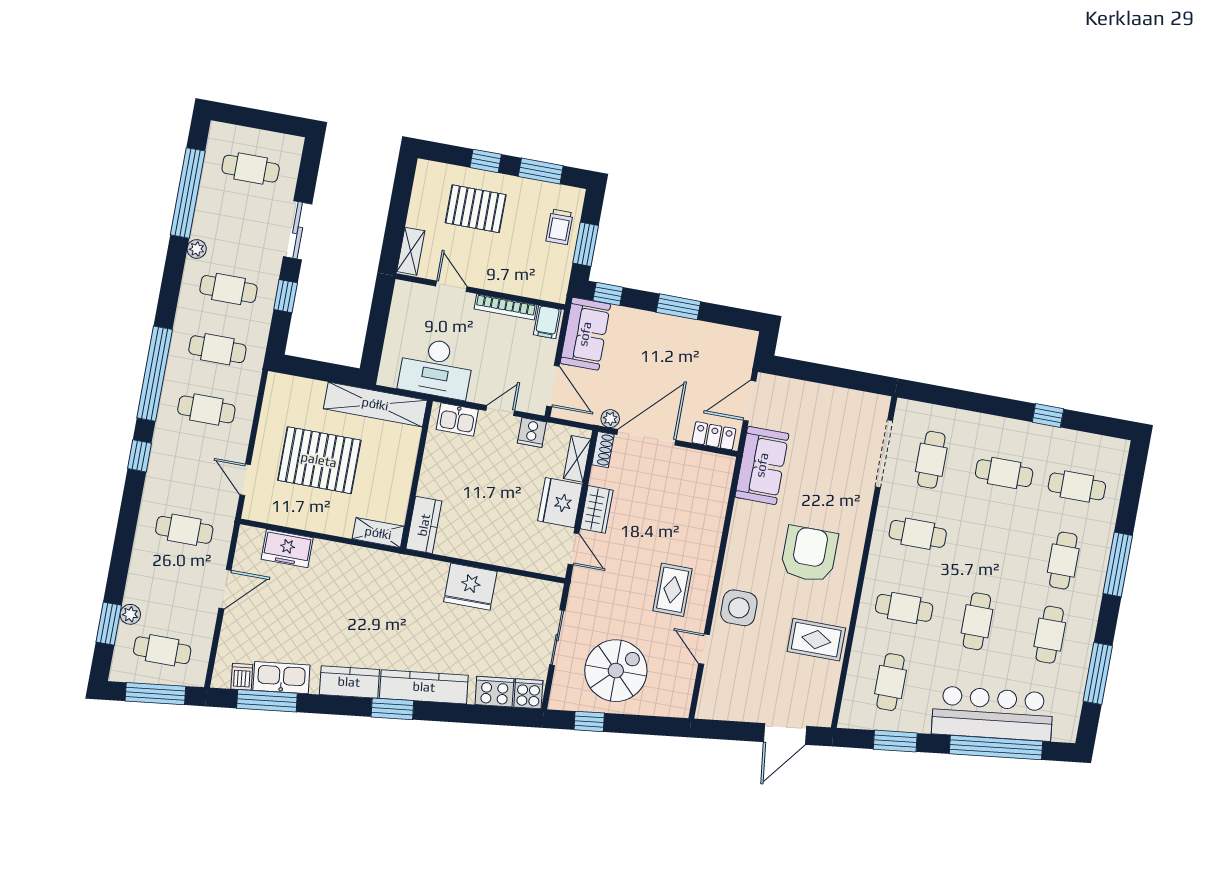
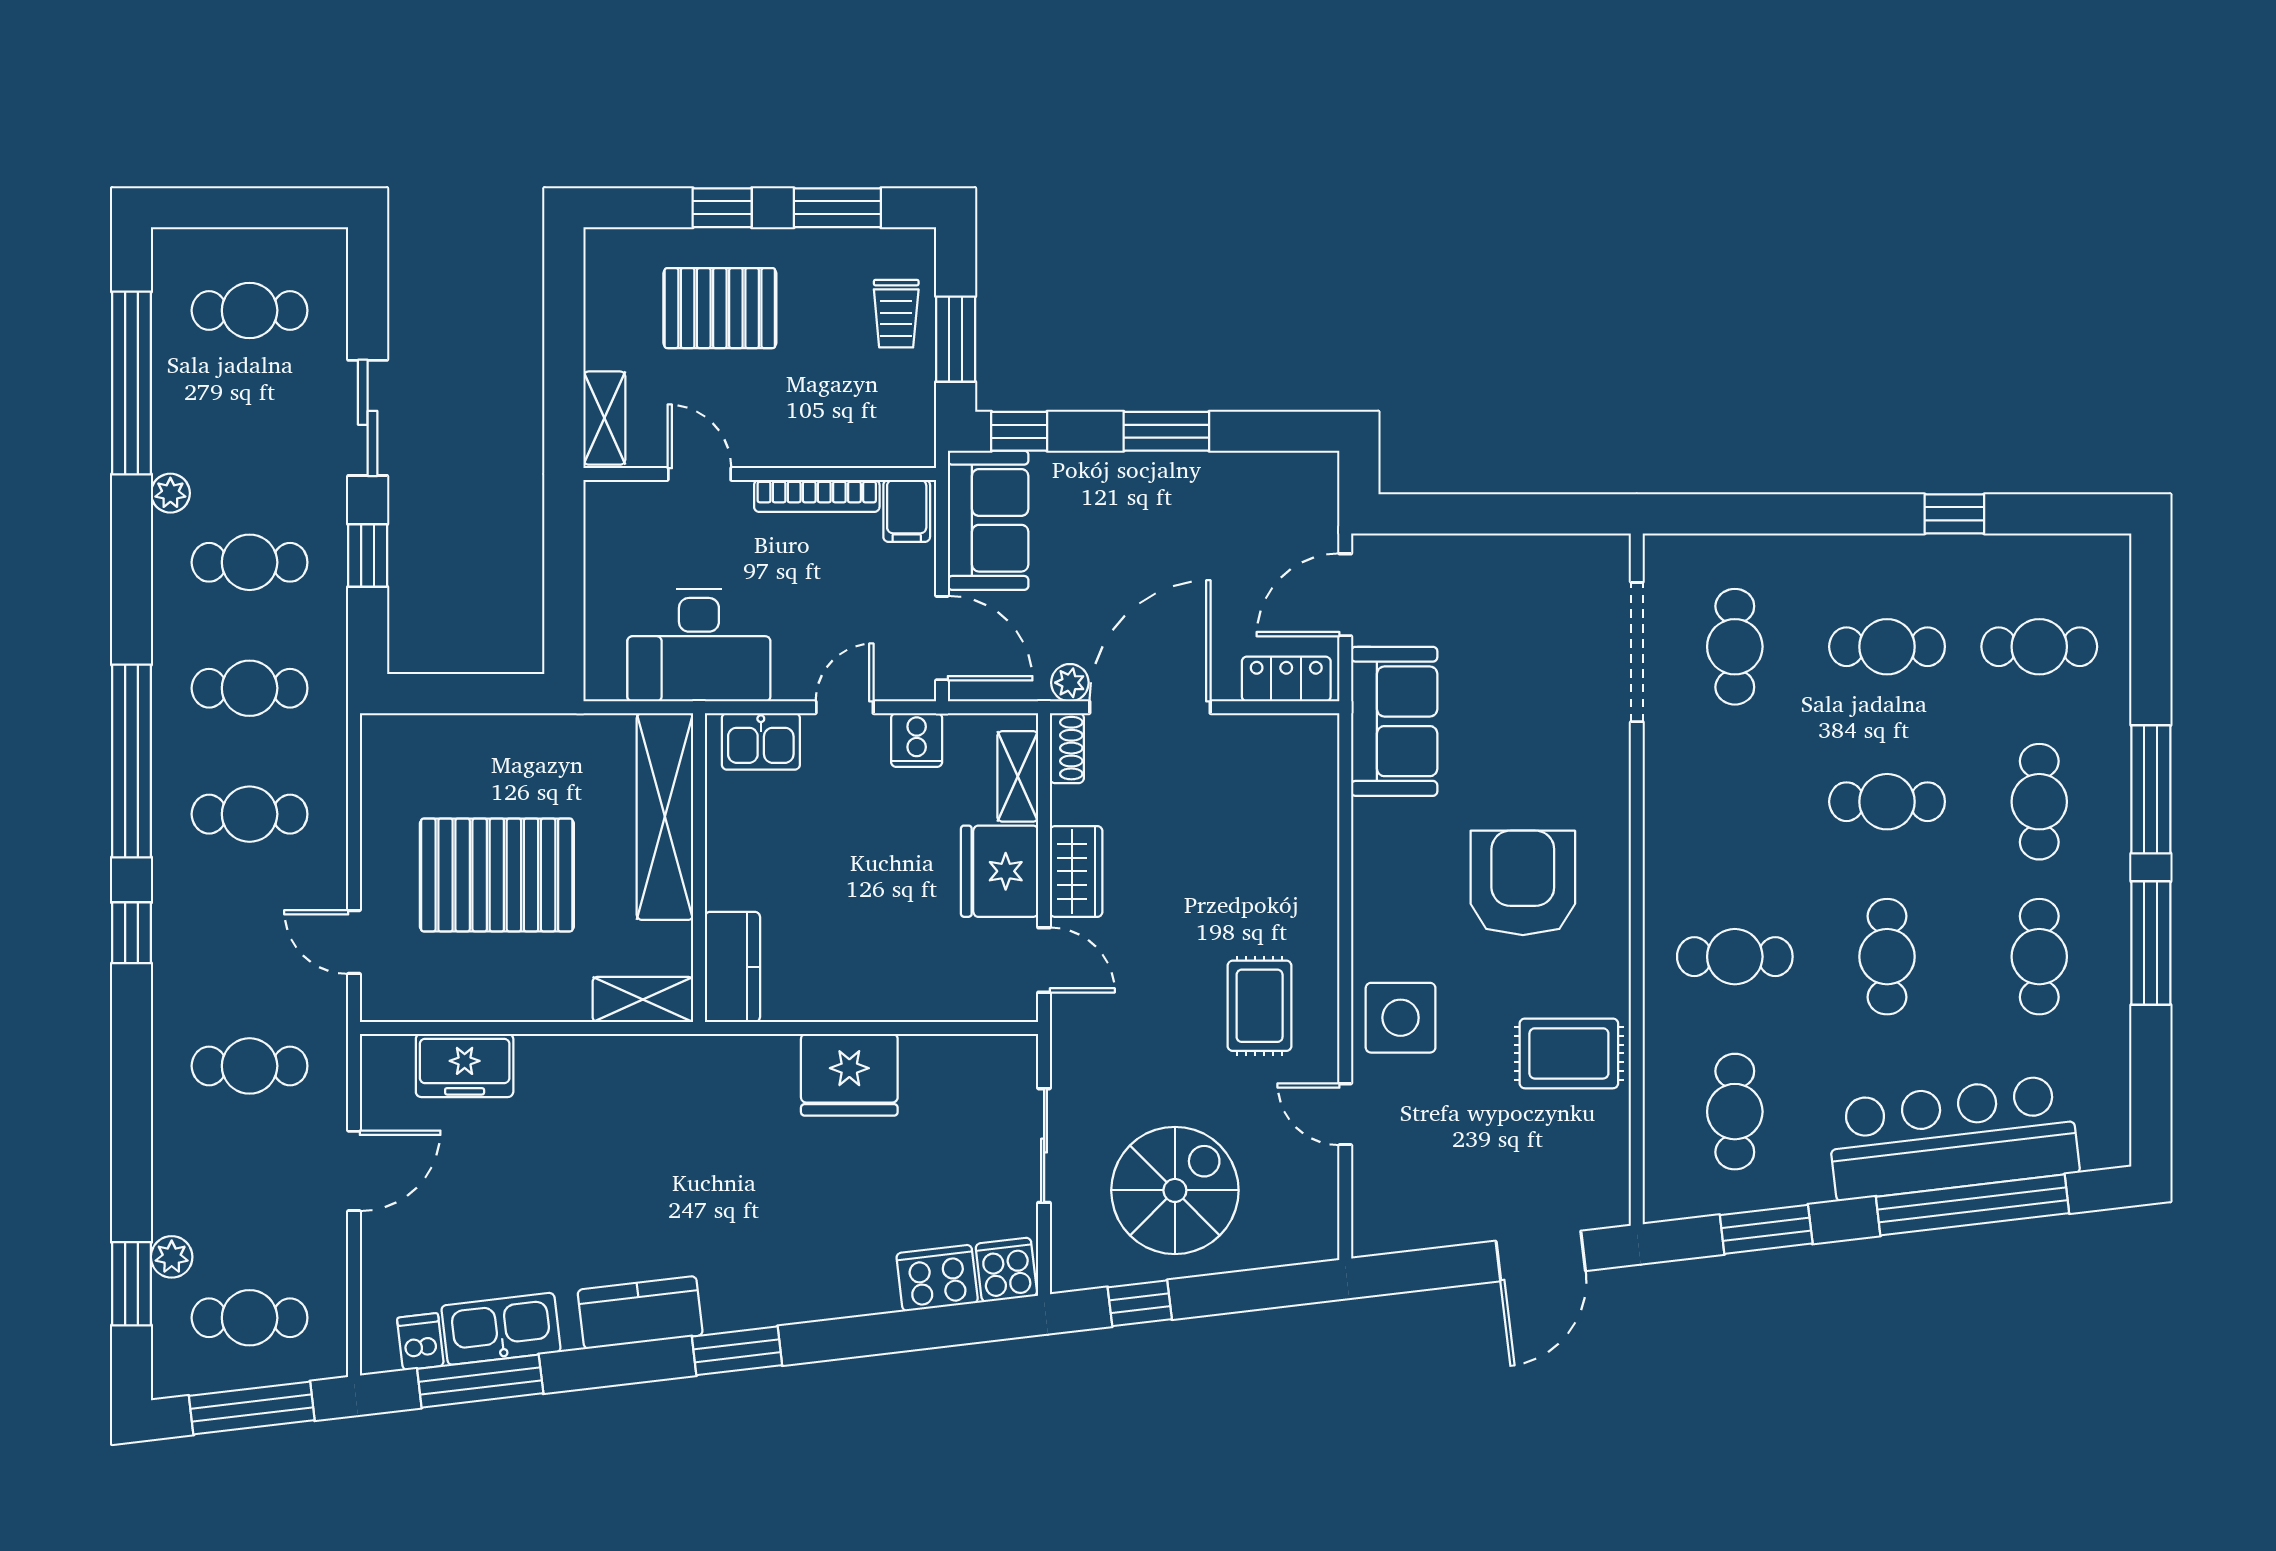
shelving: (375, 404) -> (665, 817), moved, turned 90
cafe table: (918, 534) -> (1887, 802), moved
window: (1098, 673) -> (2151, 943), moved
kitchen counter: (424, 687) -> (792, 1295), removed

